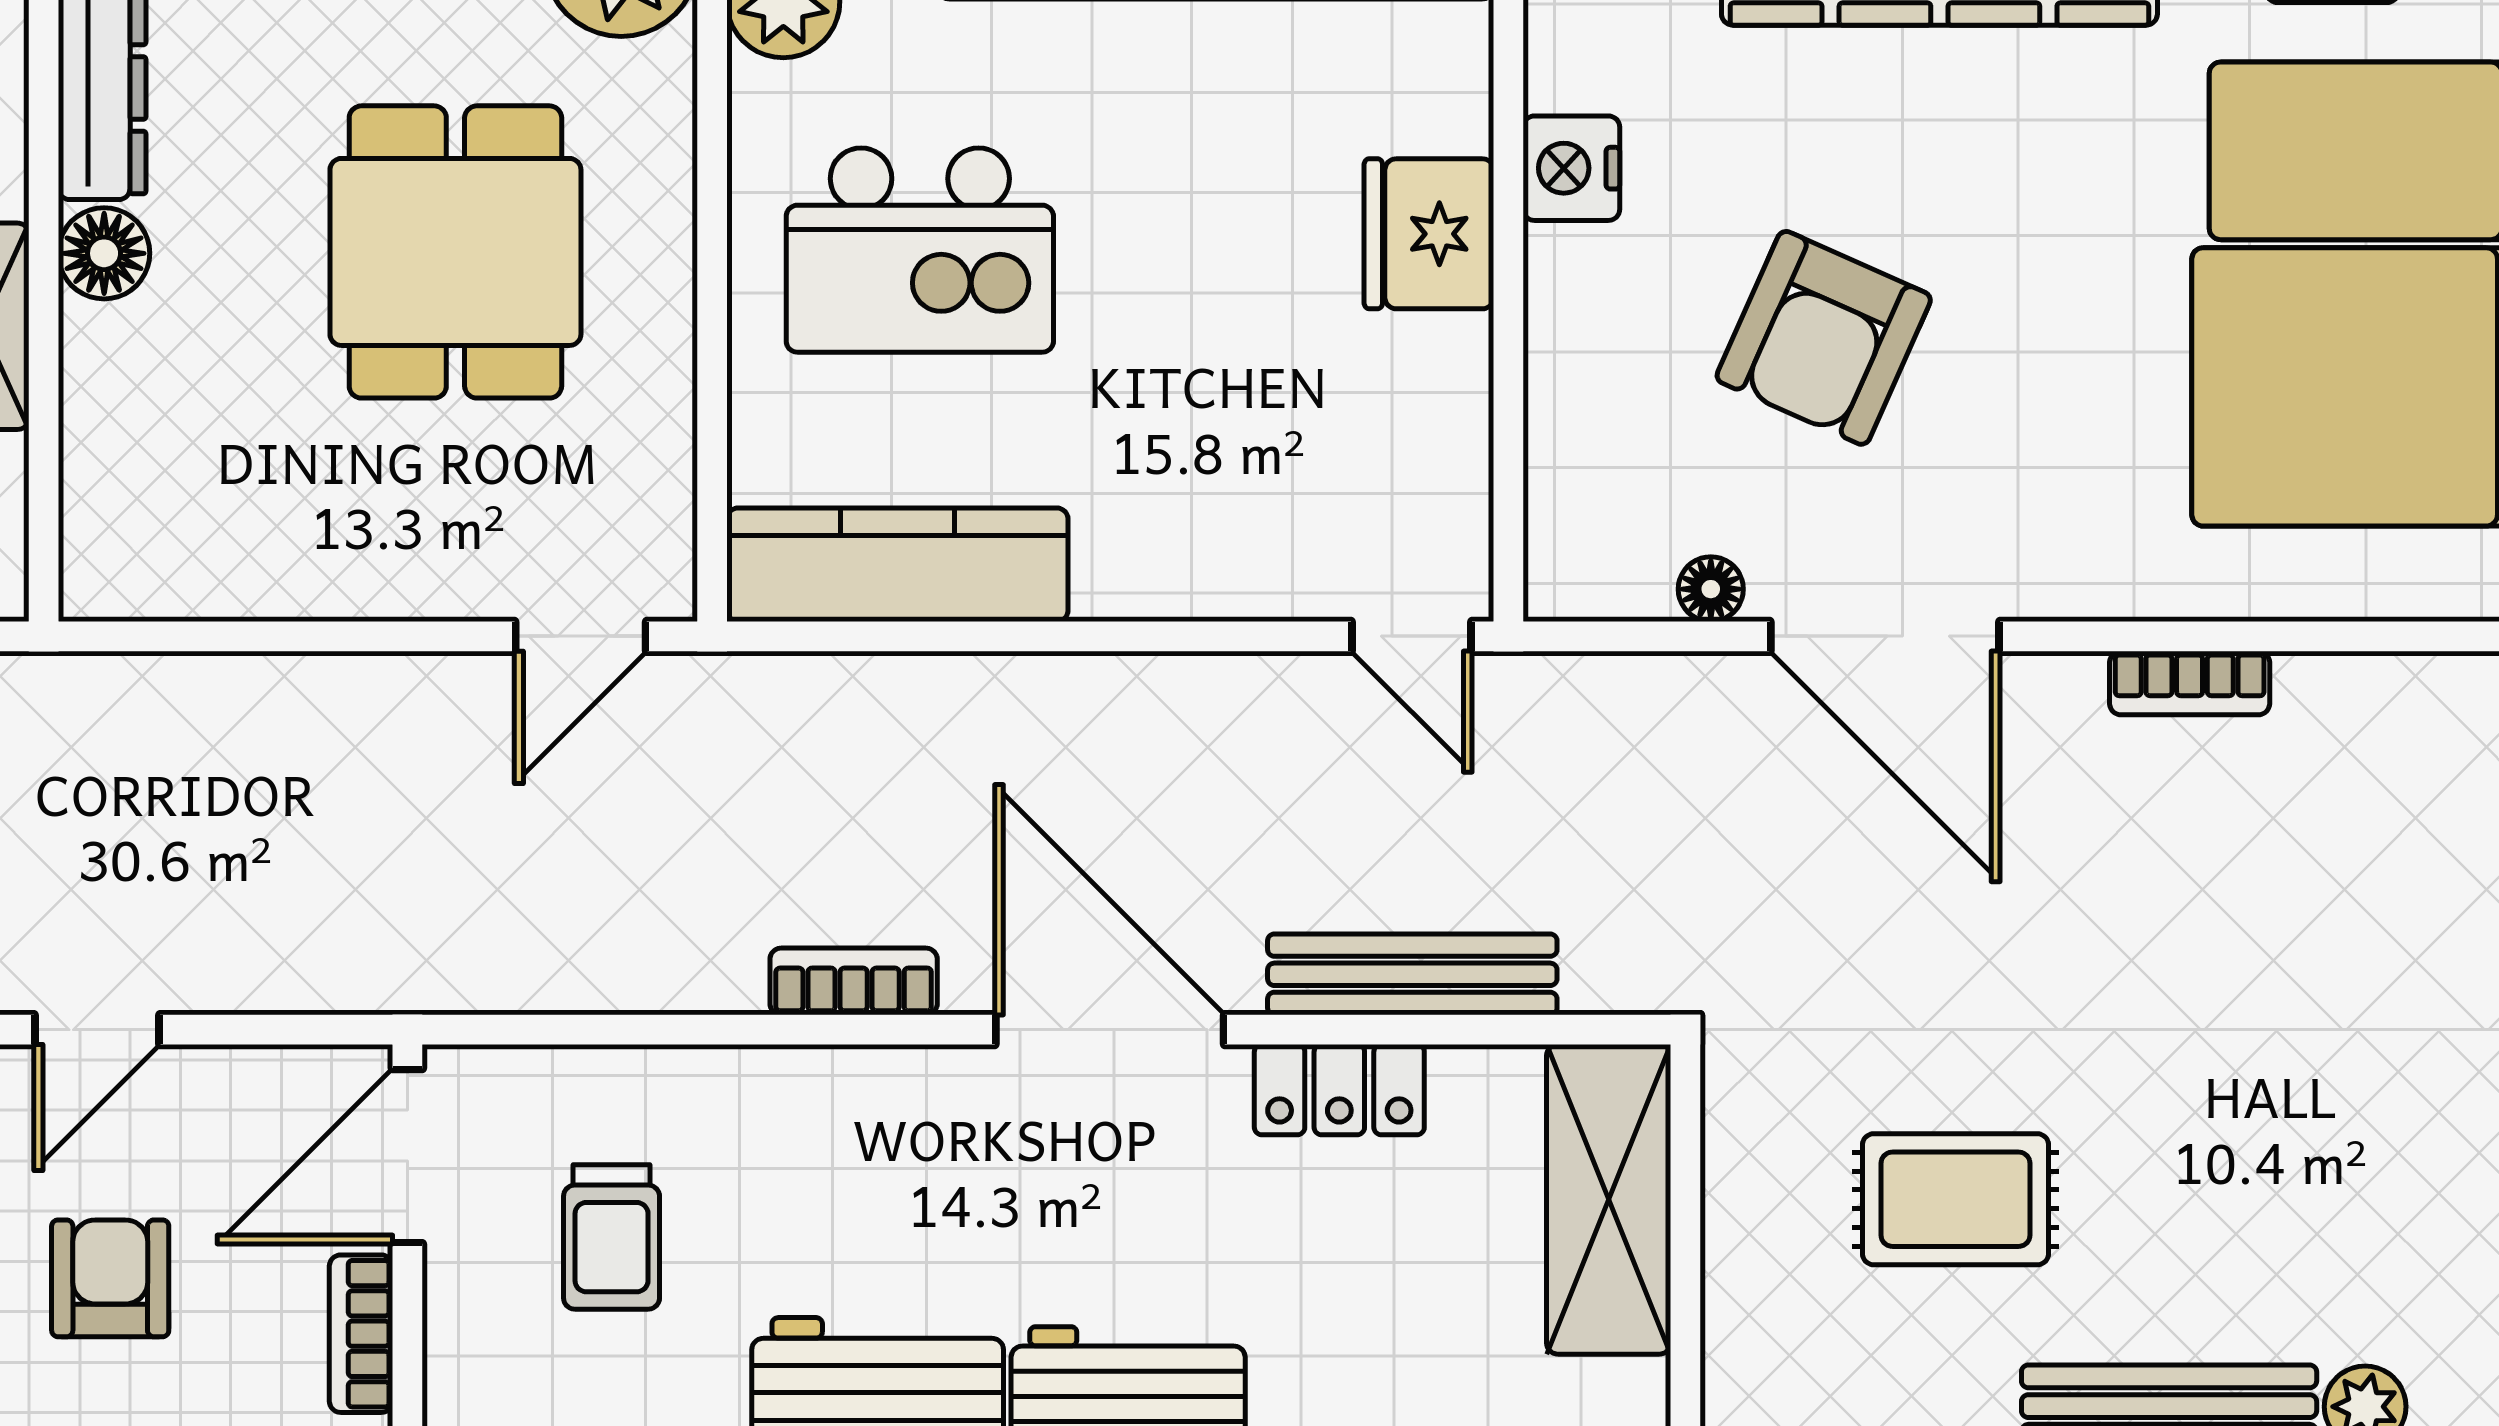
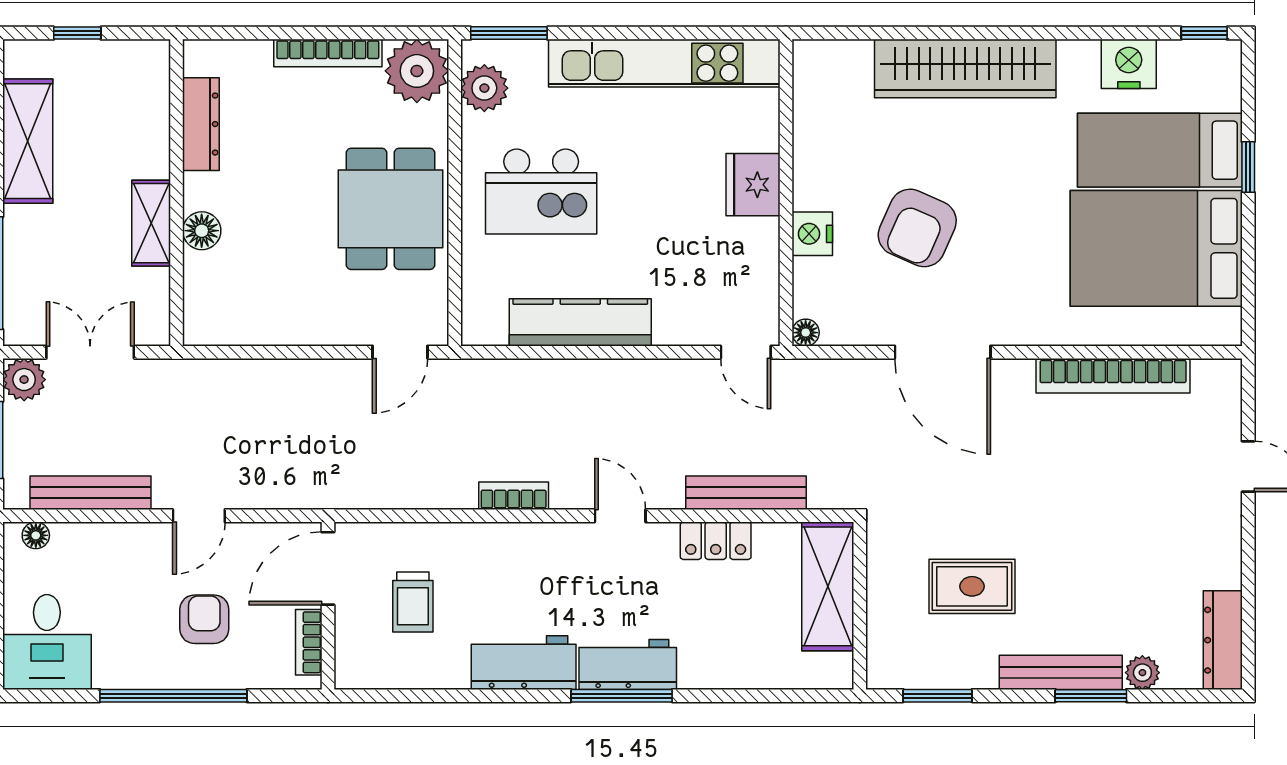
nightstand: (1571, 168) -> (812, 234), moved
dining table: (455, 252) -> (390, 209), moved
floor lamp: (104, 253) -> (202, 231), moved
kitchen counter: (897, 565) -> (580, 322), moved
floor lamp: (1711, 589) -> (806, 333), moved
bookcase: (2190, 683) -> (1113, 376), width x2.31, depth x1.31
door: (1110, 1030) -> (620, 516), width x0.53

